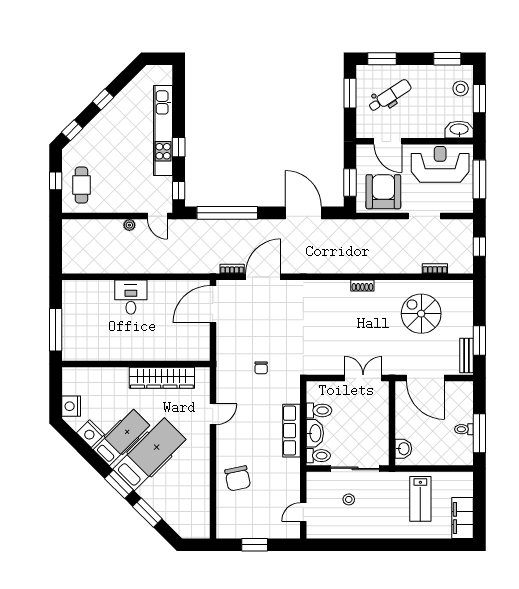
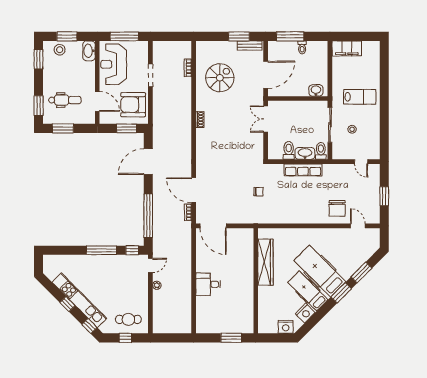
dental chair: (390, 96) -> (65, 100), turned 123
kitchen unit: (163, 130) -> (79, 300), moved, turned -135
door: (388, 141) -> (97, 101), hinge flipped
window: (179, 147) -> (101, 250), width x2.17
window: (479, 247) -> (172, 36), removed
spiral stairs: (421, 314) -> (220, 78), turned 180
window: (56, 330) -> (231, 338), width x0.69
door: (213, 414) -> (358, 226), moved
window: (479, 433) -> (290, 36), moved
chair: (238, 478) -> (337, 208), turned 102
lab bench: (420, 499) -> (360, 97), moved
filing cabinet: (462, 518) -> (347, 48), moved

